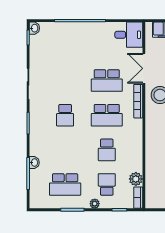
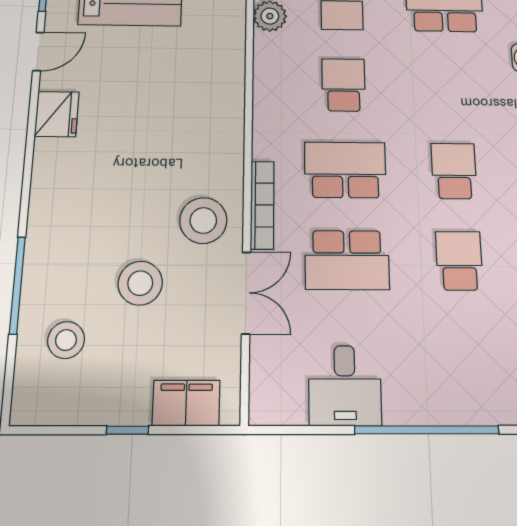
desk: (129, 35) -> (345, 385), moved, turned -90
school desk: (65, 81) -> (459, 261), added
school desk: (107, 81) -> (347, 260), turned 180

